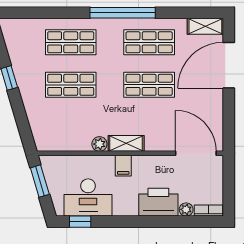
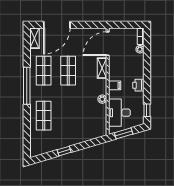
door: (229, 65) -> (57, 25), hinge flipped
shop shelf: (71, 85) -> (68, 116), removed
shelving: (126, 143) -> (102, 68), moved
desk: (88, 197) -> (119, 113), moved, turned 180
printer: (158, 202) -> (138, 85), moved, width x0.53, depth x0.68

